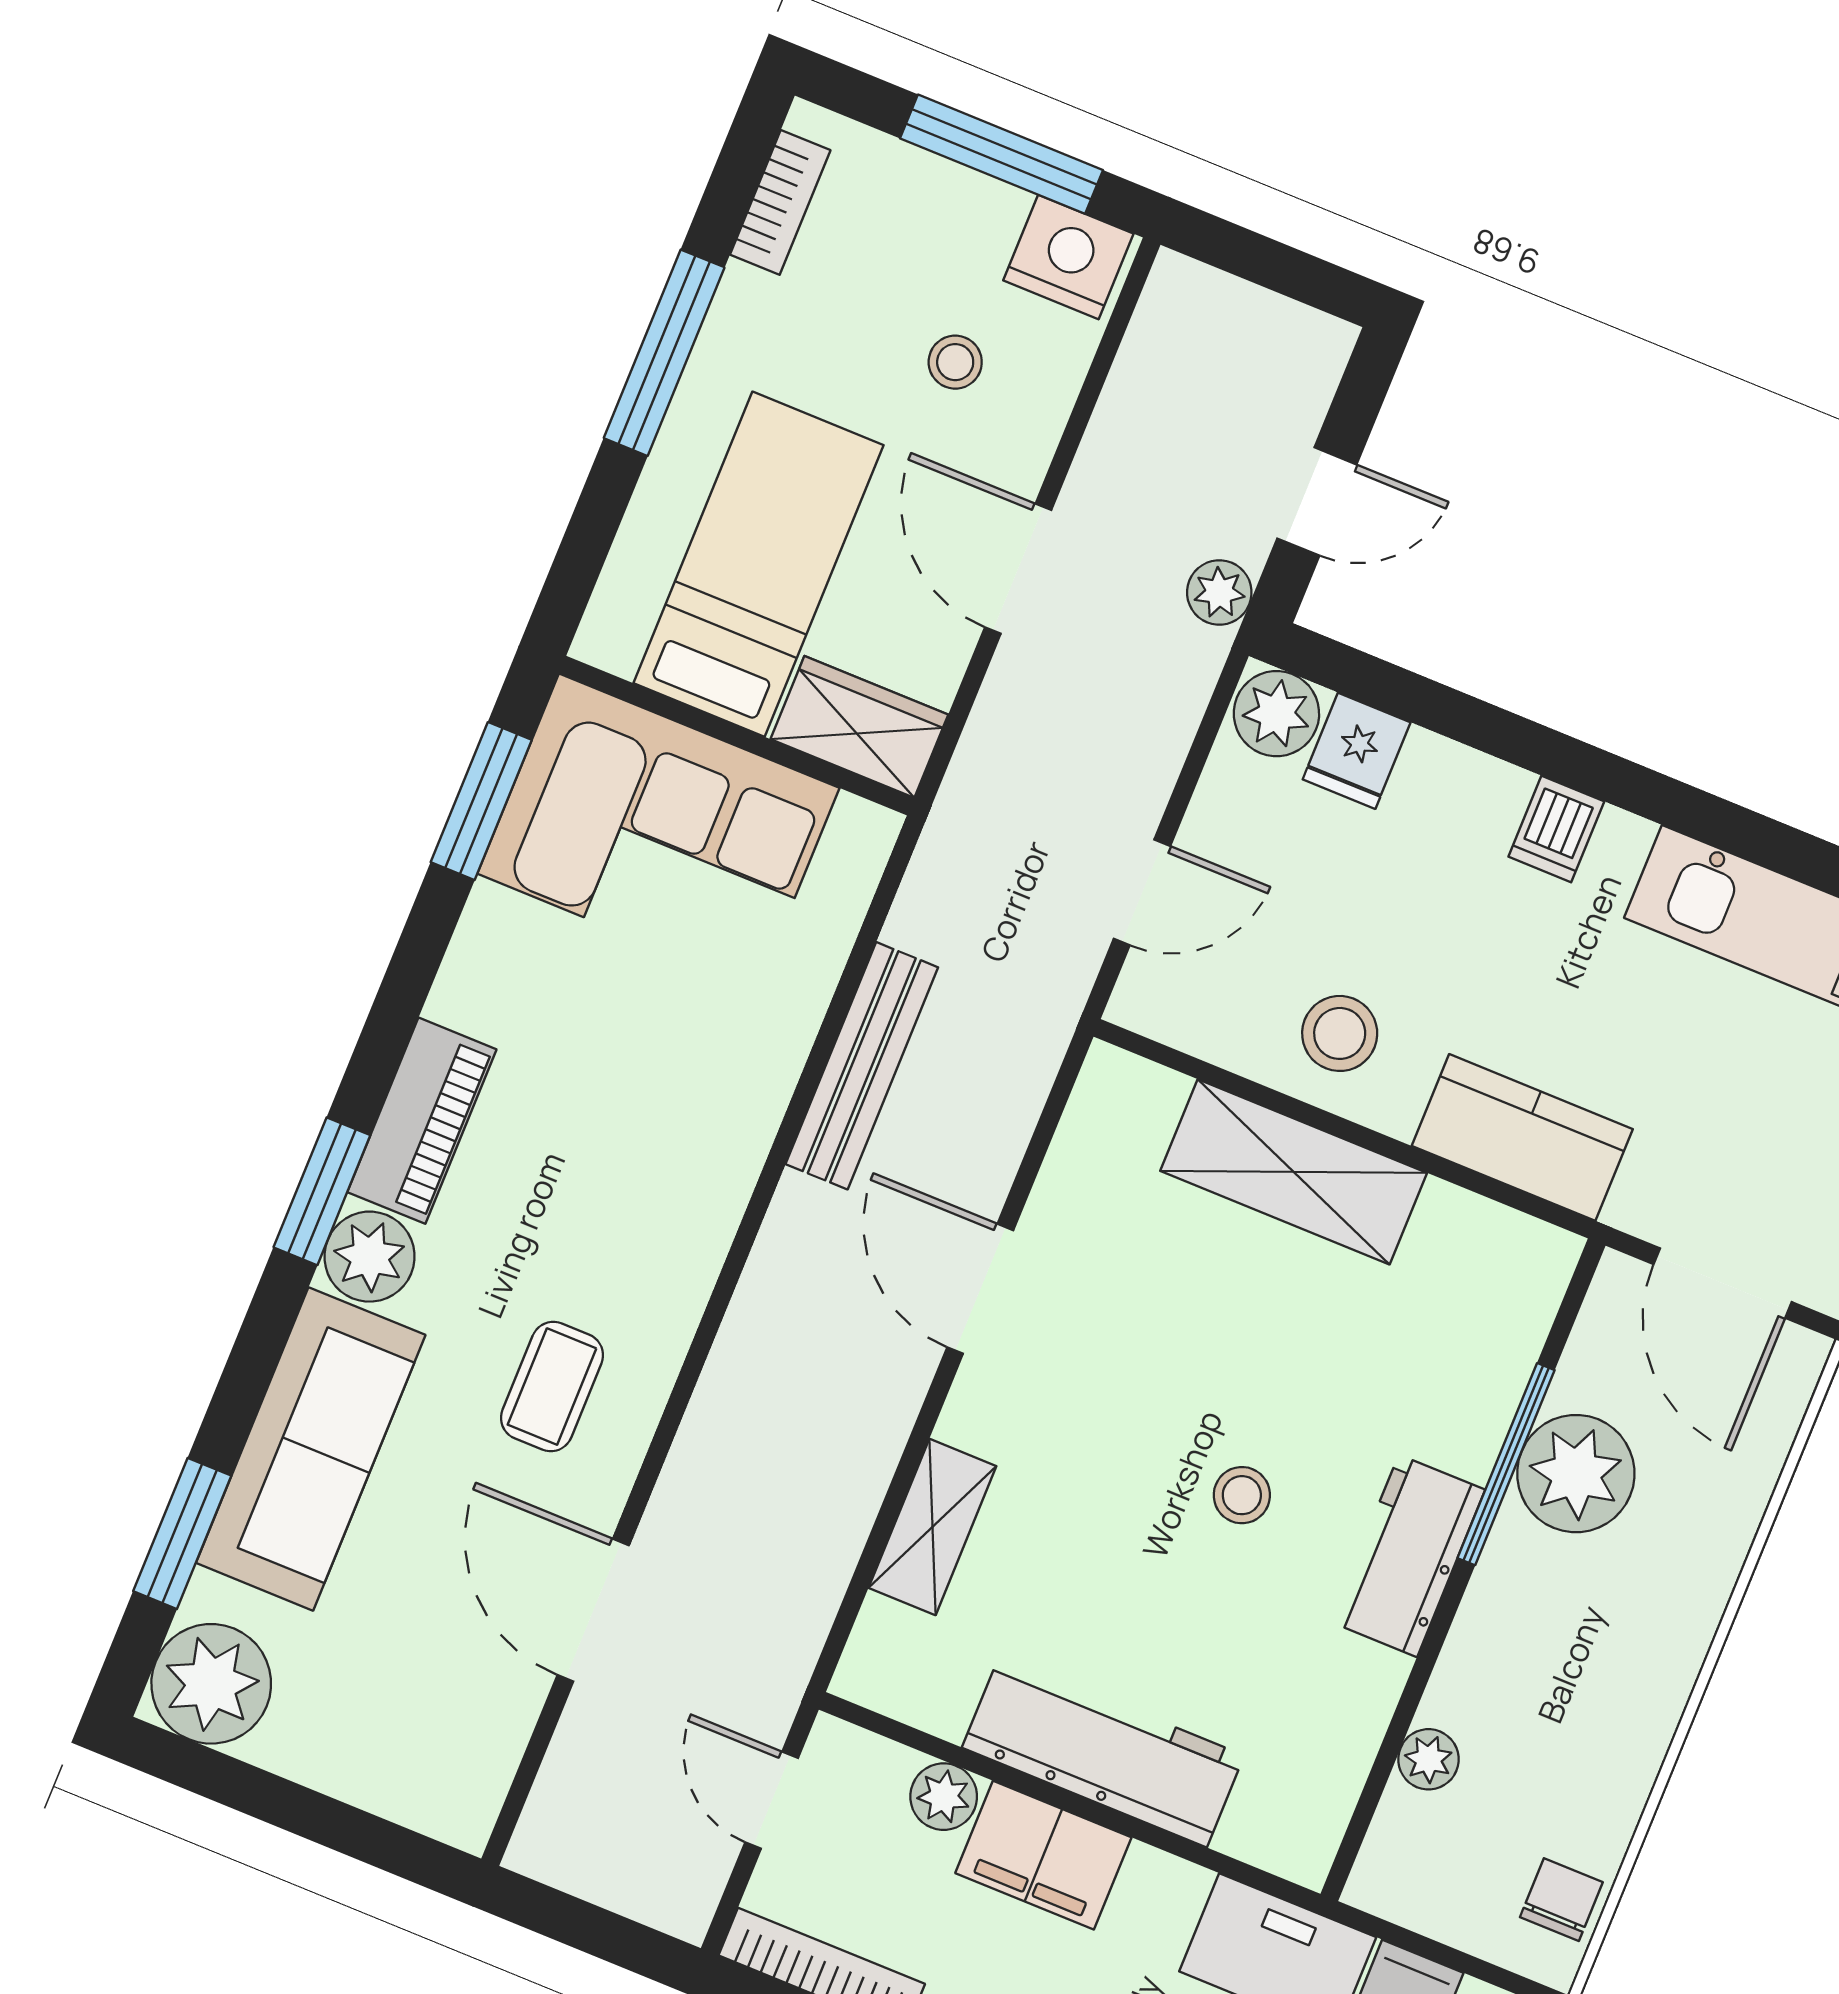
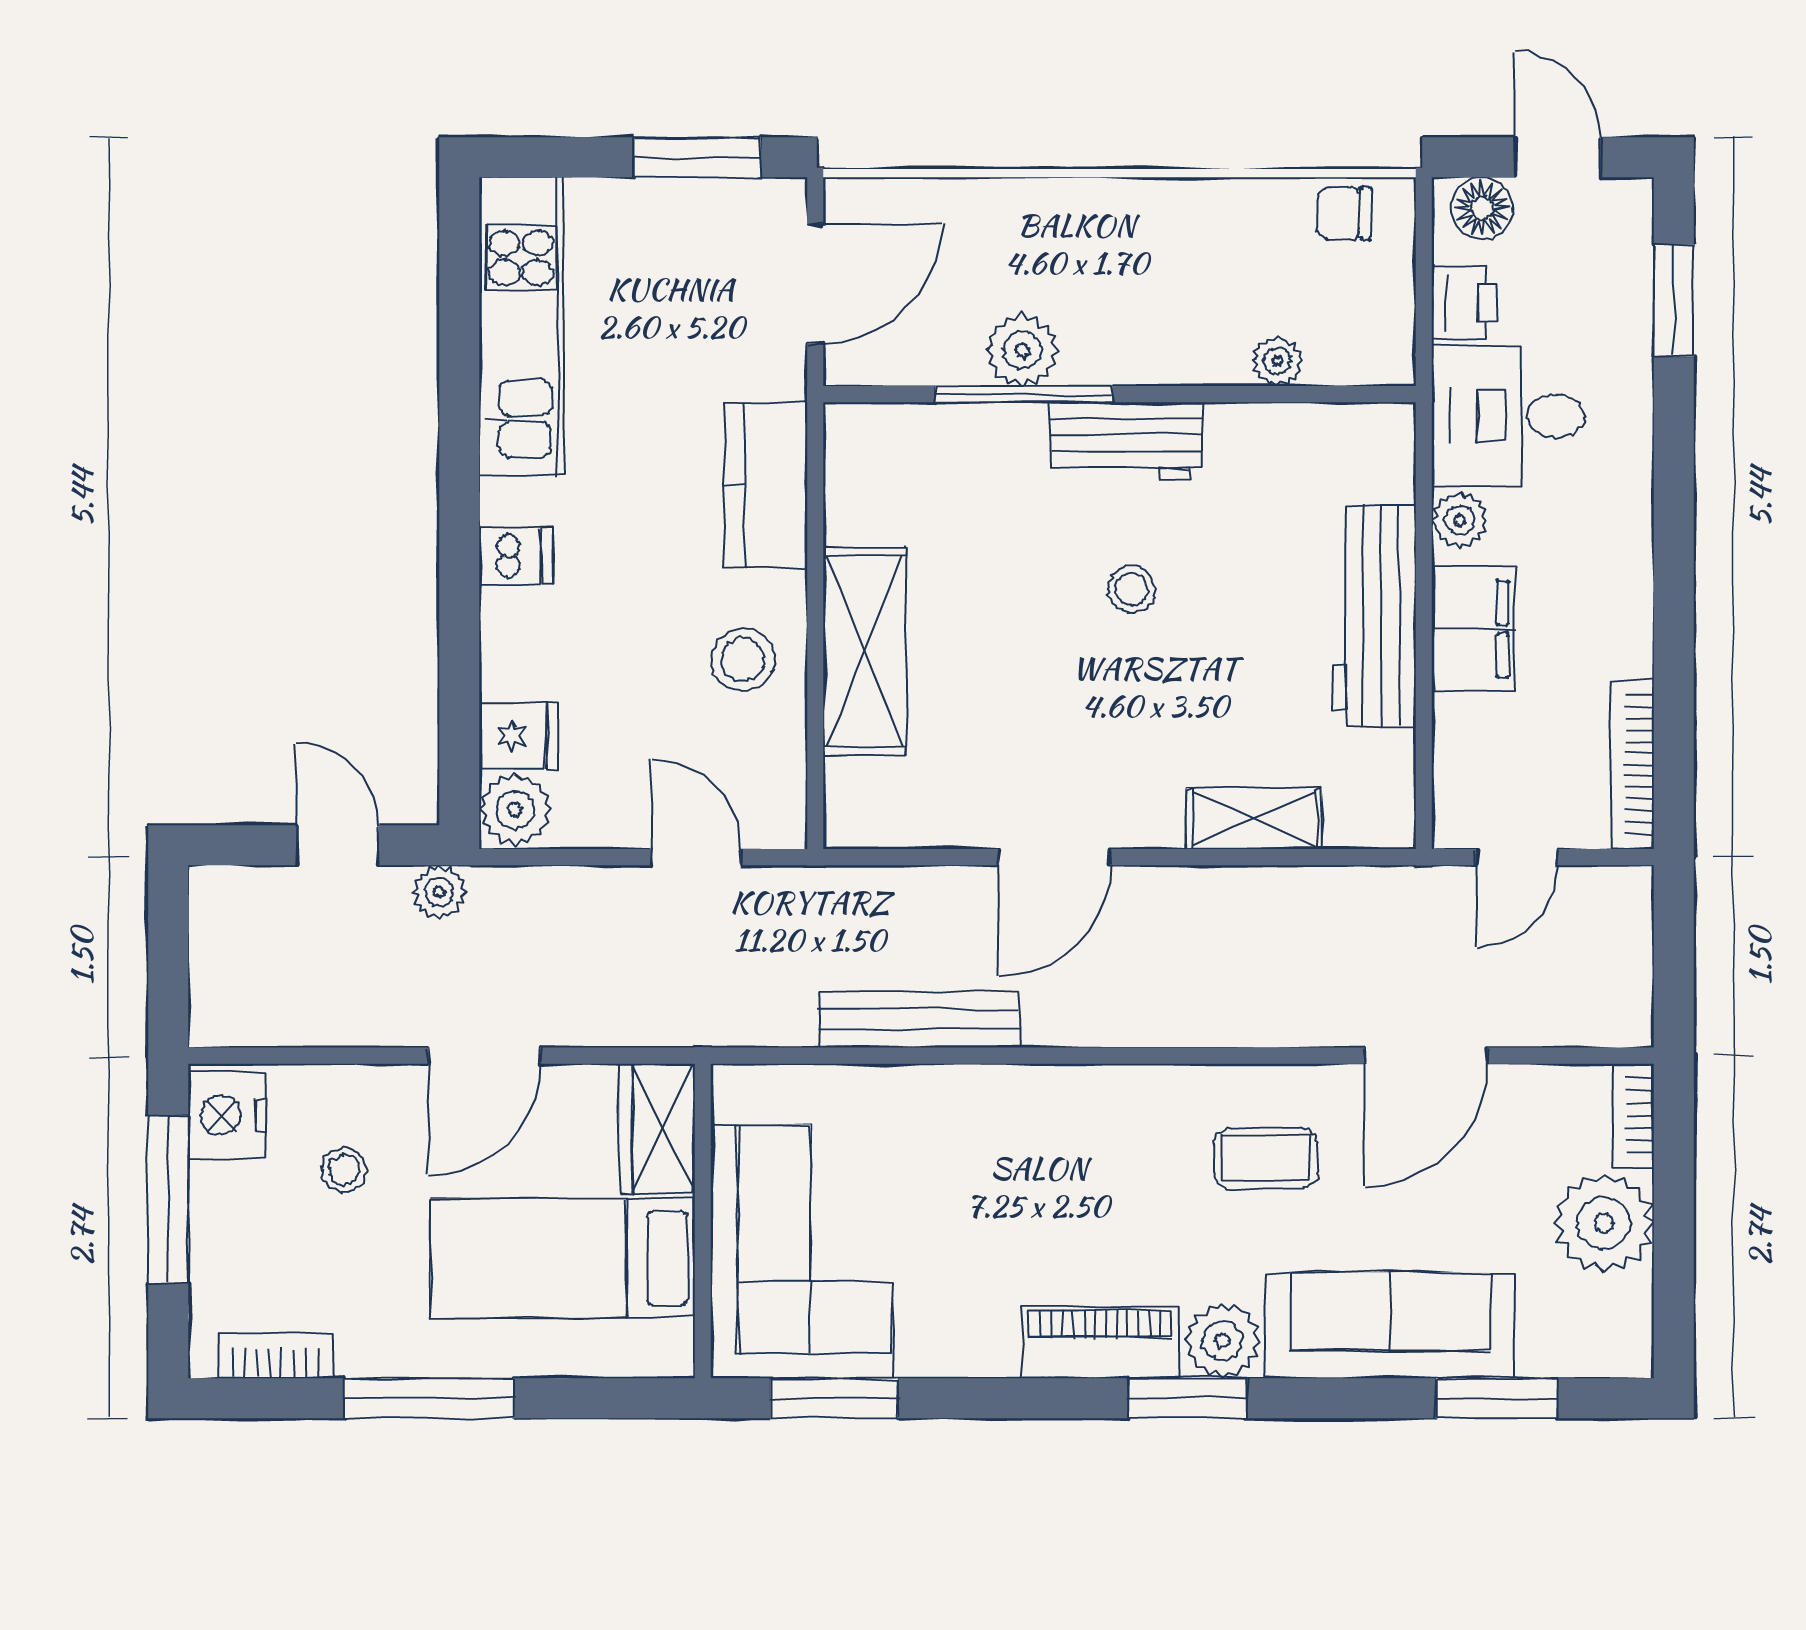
plant: (1576, 1474) -> (1022, 350), width x0.73, depth x0.73
plant: (211, 1684) -> (1604, 1223), moved
plant: (944, 1797) -> (1460, 520), moved
bookcase: (433, 1812) -> (1633, 1116), added

